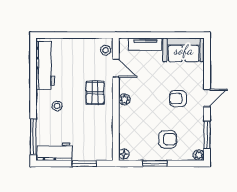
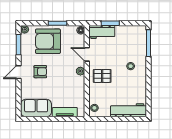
workbench: (45, 65) -> (129, 110), moved, turned 90
door: (116, 68) -> (87, 54), moved
pallet: (95, 93) -> (102, 76), turned 90
armchair: (168, 139) -> (48, 41), width x1.88, depth x1.88
workbench: (55, 152) -> (102, 32), moved

